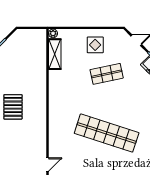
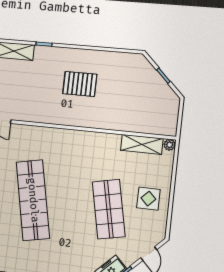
shop shelf: (107, 74) -> (109, 209), width x1.43, depth x1.36
shop shelf: (107, 133) -> (33, 200), turned -30

